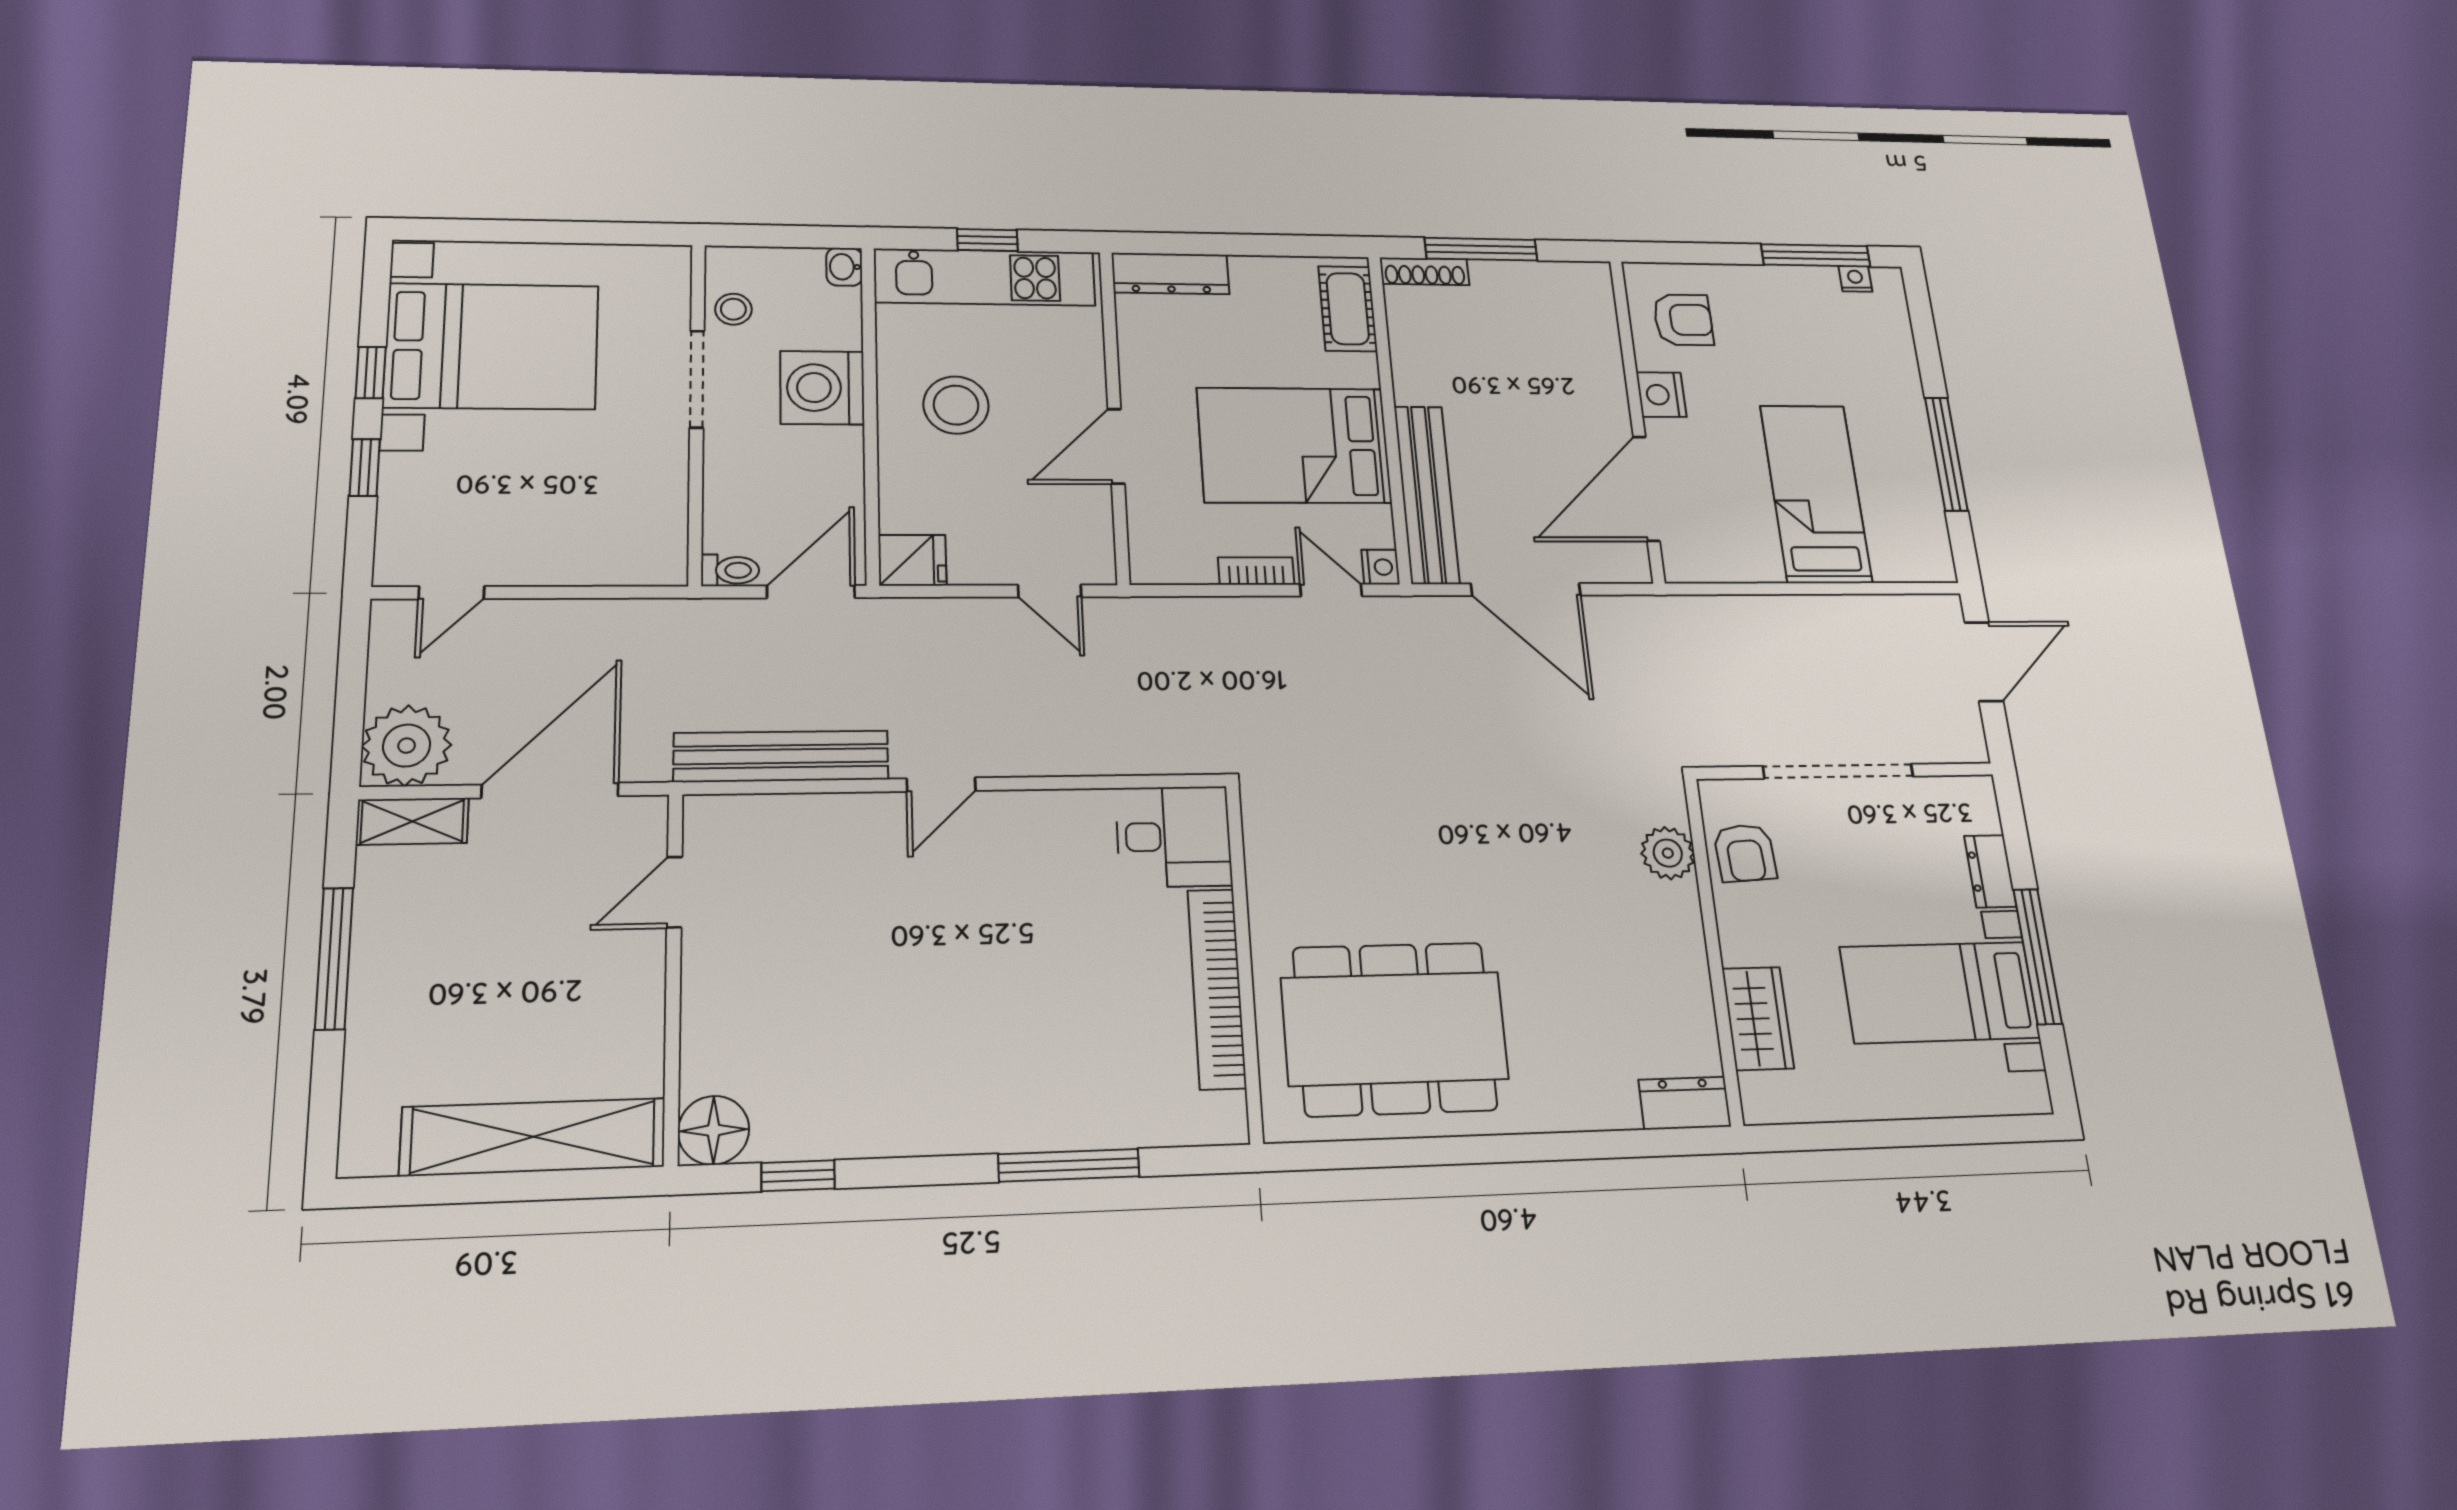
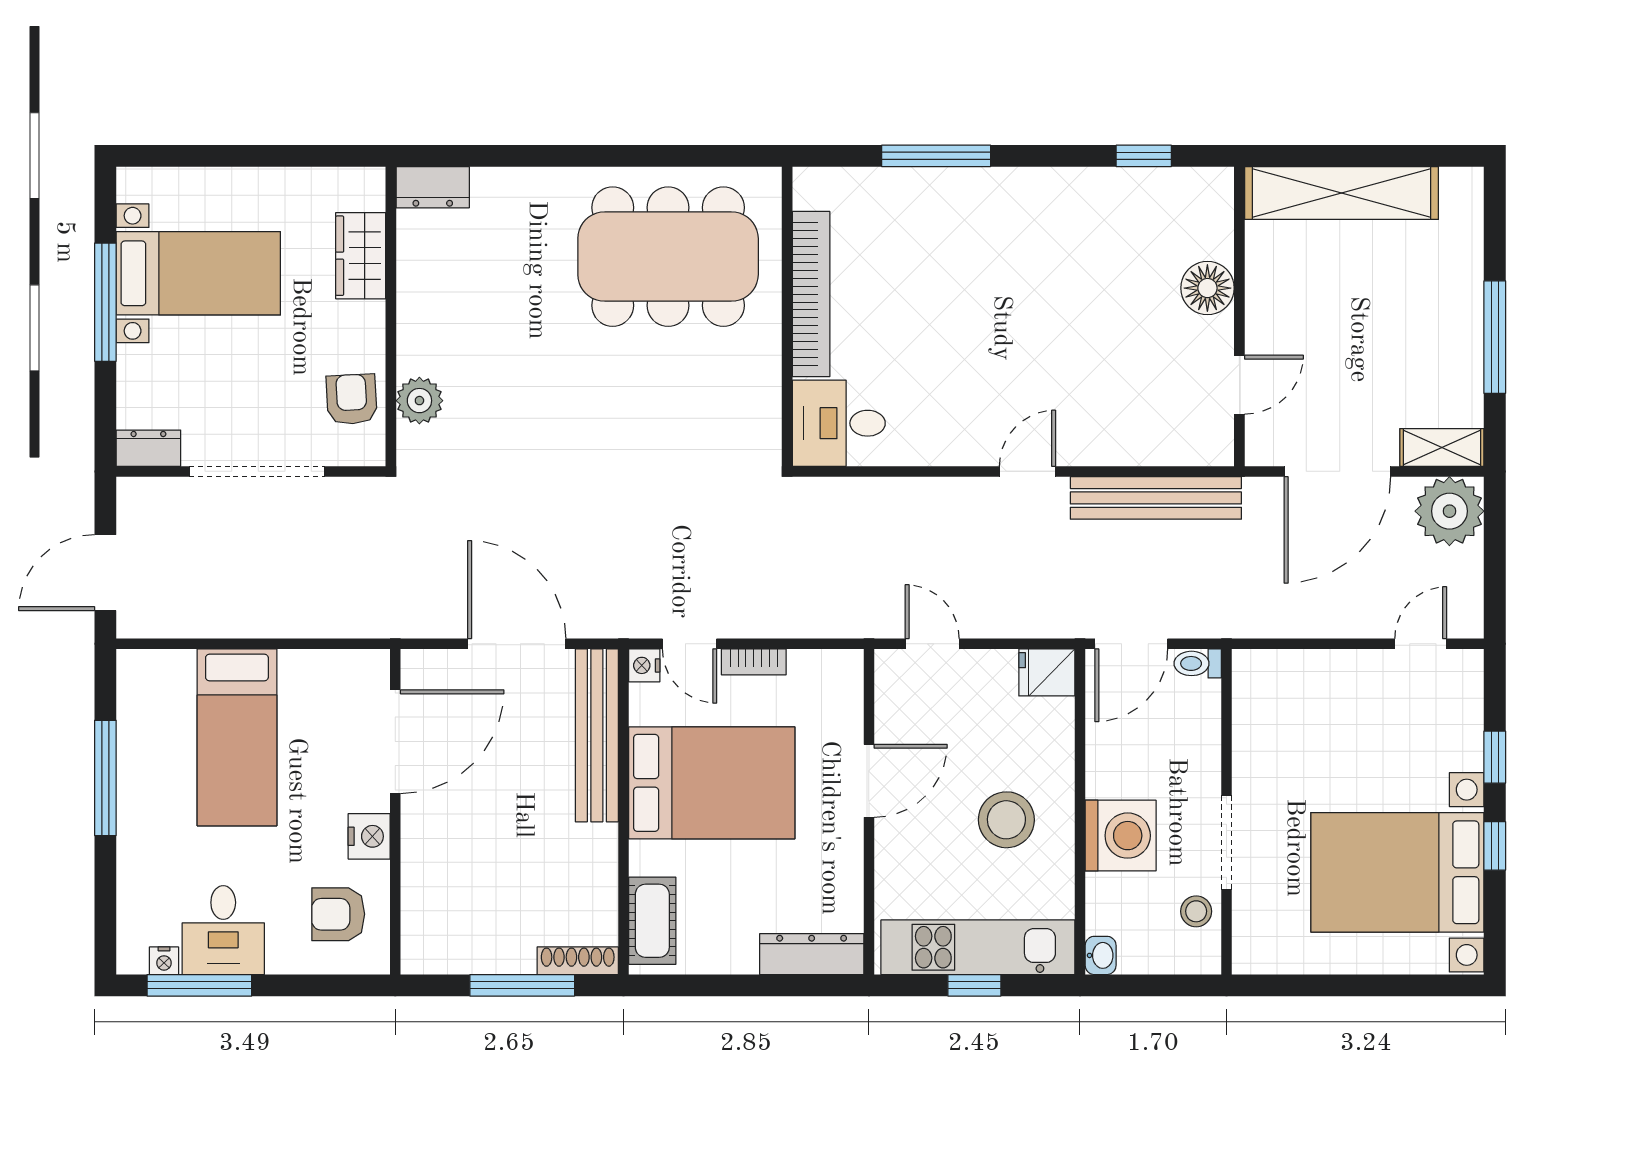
desk: (1800, 306) -> (223, 930), added
dresser: (1990, 871) -> (148, 448), moved, turned -90
floor lamp: (714, 1130) -> (1207, 288), moved

